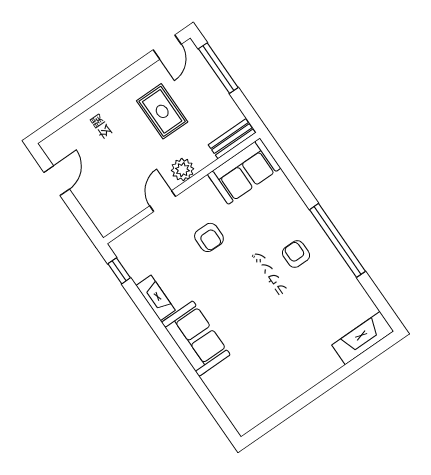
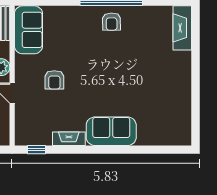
armchair: (209, 237) -> (54, 80), turned 90
armchair: (296, 254) -> (112, 22), moved, turned -91

